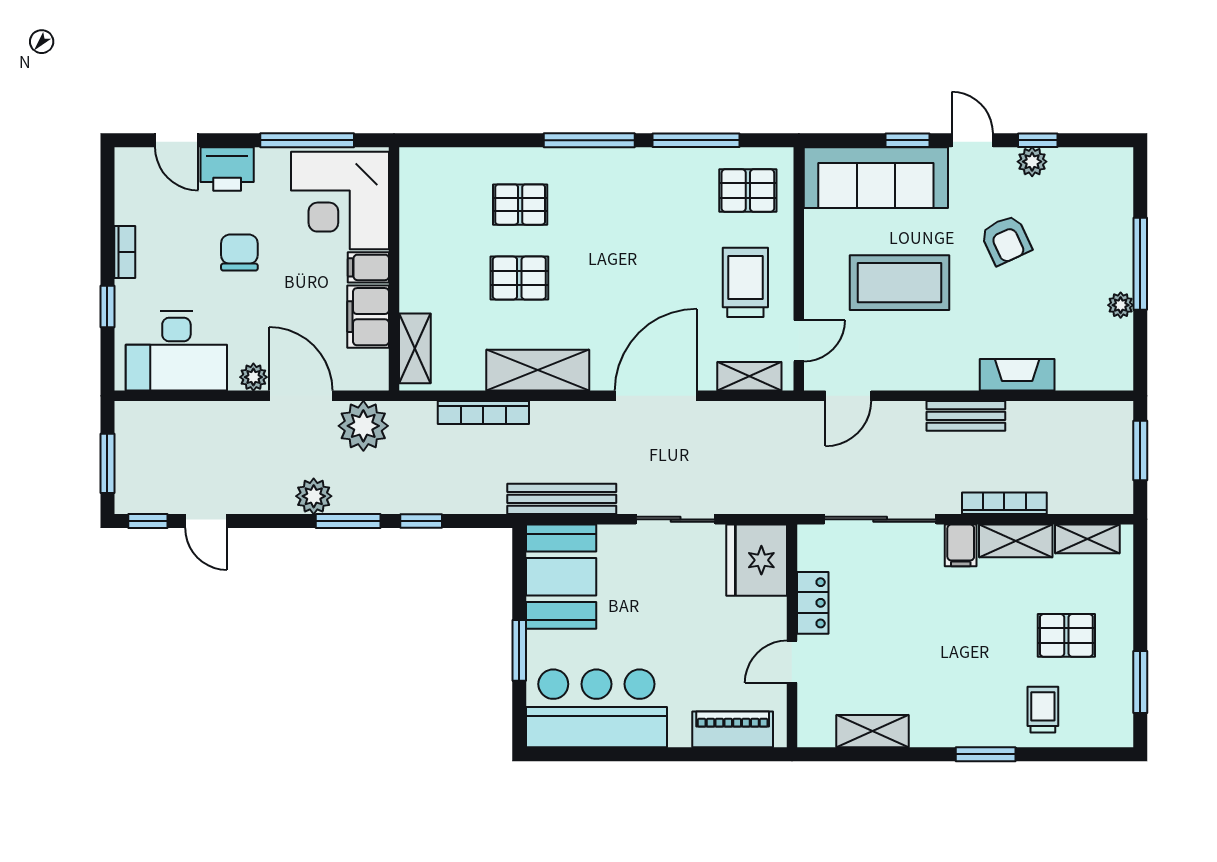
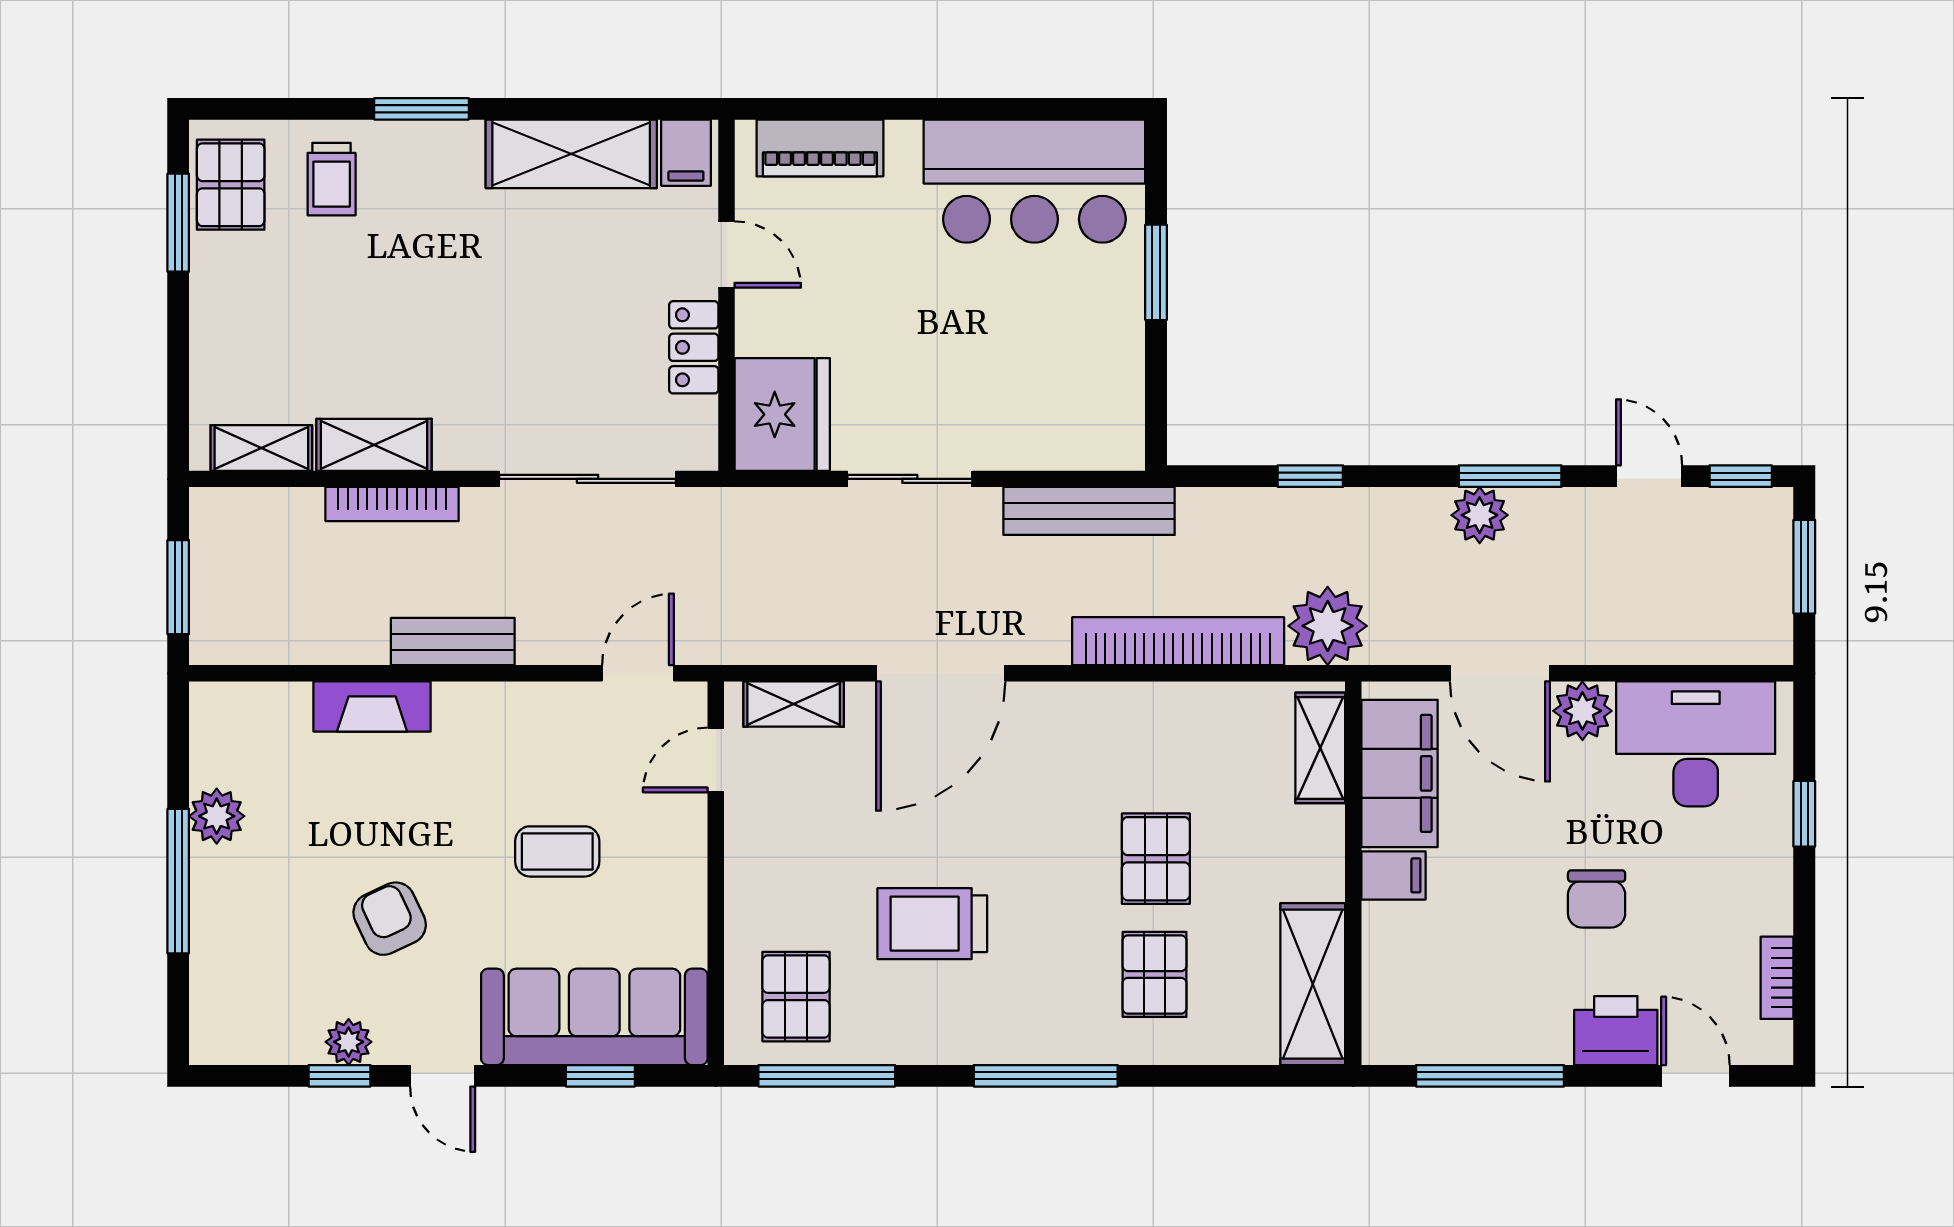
window: (696, 140) -> (827, 1076), moved
window: (908, 140) -> (600, 1076), moved
pallet: (748, 191) -> (796, 997), turned 90
corner desk: (340, 200) -> (1438, 981), removed
pallet: (520, 205) -> (1155, 974), turned 90
bookcase: (125, 252) -> (1777, 978), moved
pallet: (519, 278) -> (1156, 859), turned 90
trolley: (745, 282) -> (932, 924), moved, turned 90
coffee table: (899, 283) -> (557, 851), width x0.54, depth x0.58
plant: (1121, 305) -> (217, 816), width x1.38, depth x1.38
filing cabinet: (368, 317) -> (1399, 773), width x1.50, depth x1.17
shelving: (538, 370) -> (1313, 984), moved, turned 90
plant: (253, 377) -> (1582, 711), width x1.38, depth x1.38
bookcase: (483, 413) -> (1178, 641), width x1.48, depth x1.31
plant: (363, 426) -> (1328, 626), moved
window: (348, 521) -> (1510, 476), moved
filing cabinet: (961, 545) -> (686, 153), moved, turned 180
booth: (561, 577) -> (1090, 388), removed
pallet: (1066, 635) -> (231, 185), moved, turned 90
door: (792, 662) -> (727, 255), hinge flipped
shelving: (872, 731) -> (571, 154), width x1.50, depth x1.33

